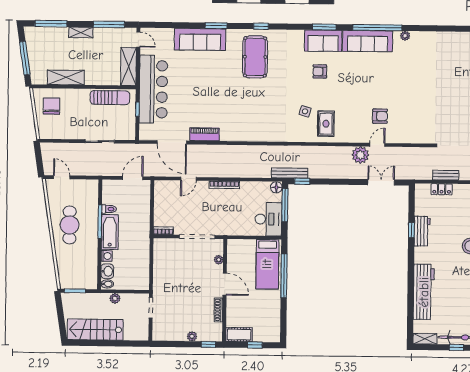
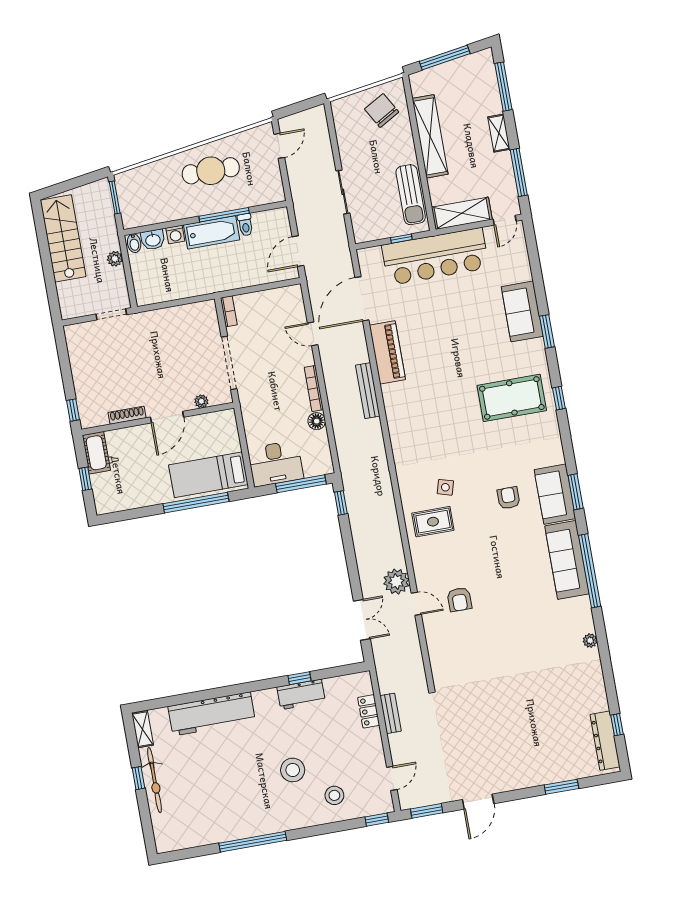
plant: (405, 36) -> (590, 641), moved
sofa: (200, 39) -> (522, 311), width x0.73
shelving: (66, 78) -> (430, 136), width x1.47
chair: (51, 106) -> (382, 111), turned -120
piano: (204, 134) -> (387, 352), width x1.37, depth x1.33
bench: (290, 173) -> (368, 391), moved
door: (133, 178) -> (298, 251), swing flipped
floor lamp: (276, 187) -> (317, 421), moved
plant: (192, 336) -> (80, 383), removed

